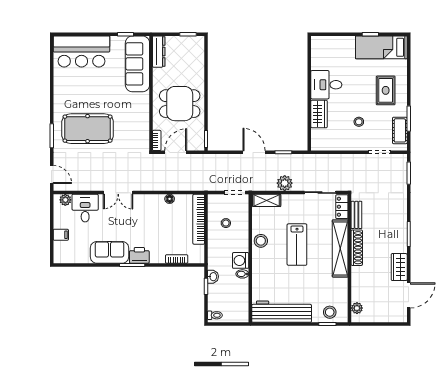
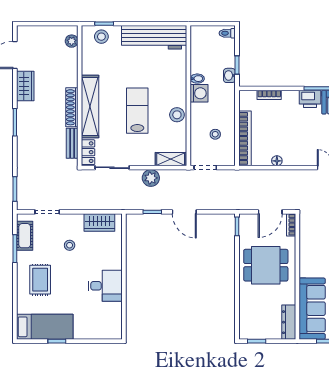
wardrobe: (319, 114) -> (99, 222), moved, turned -90

